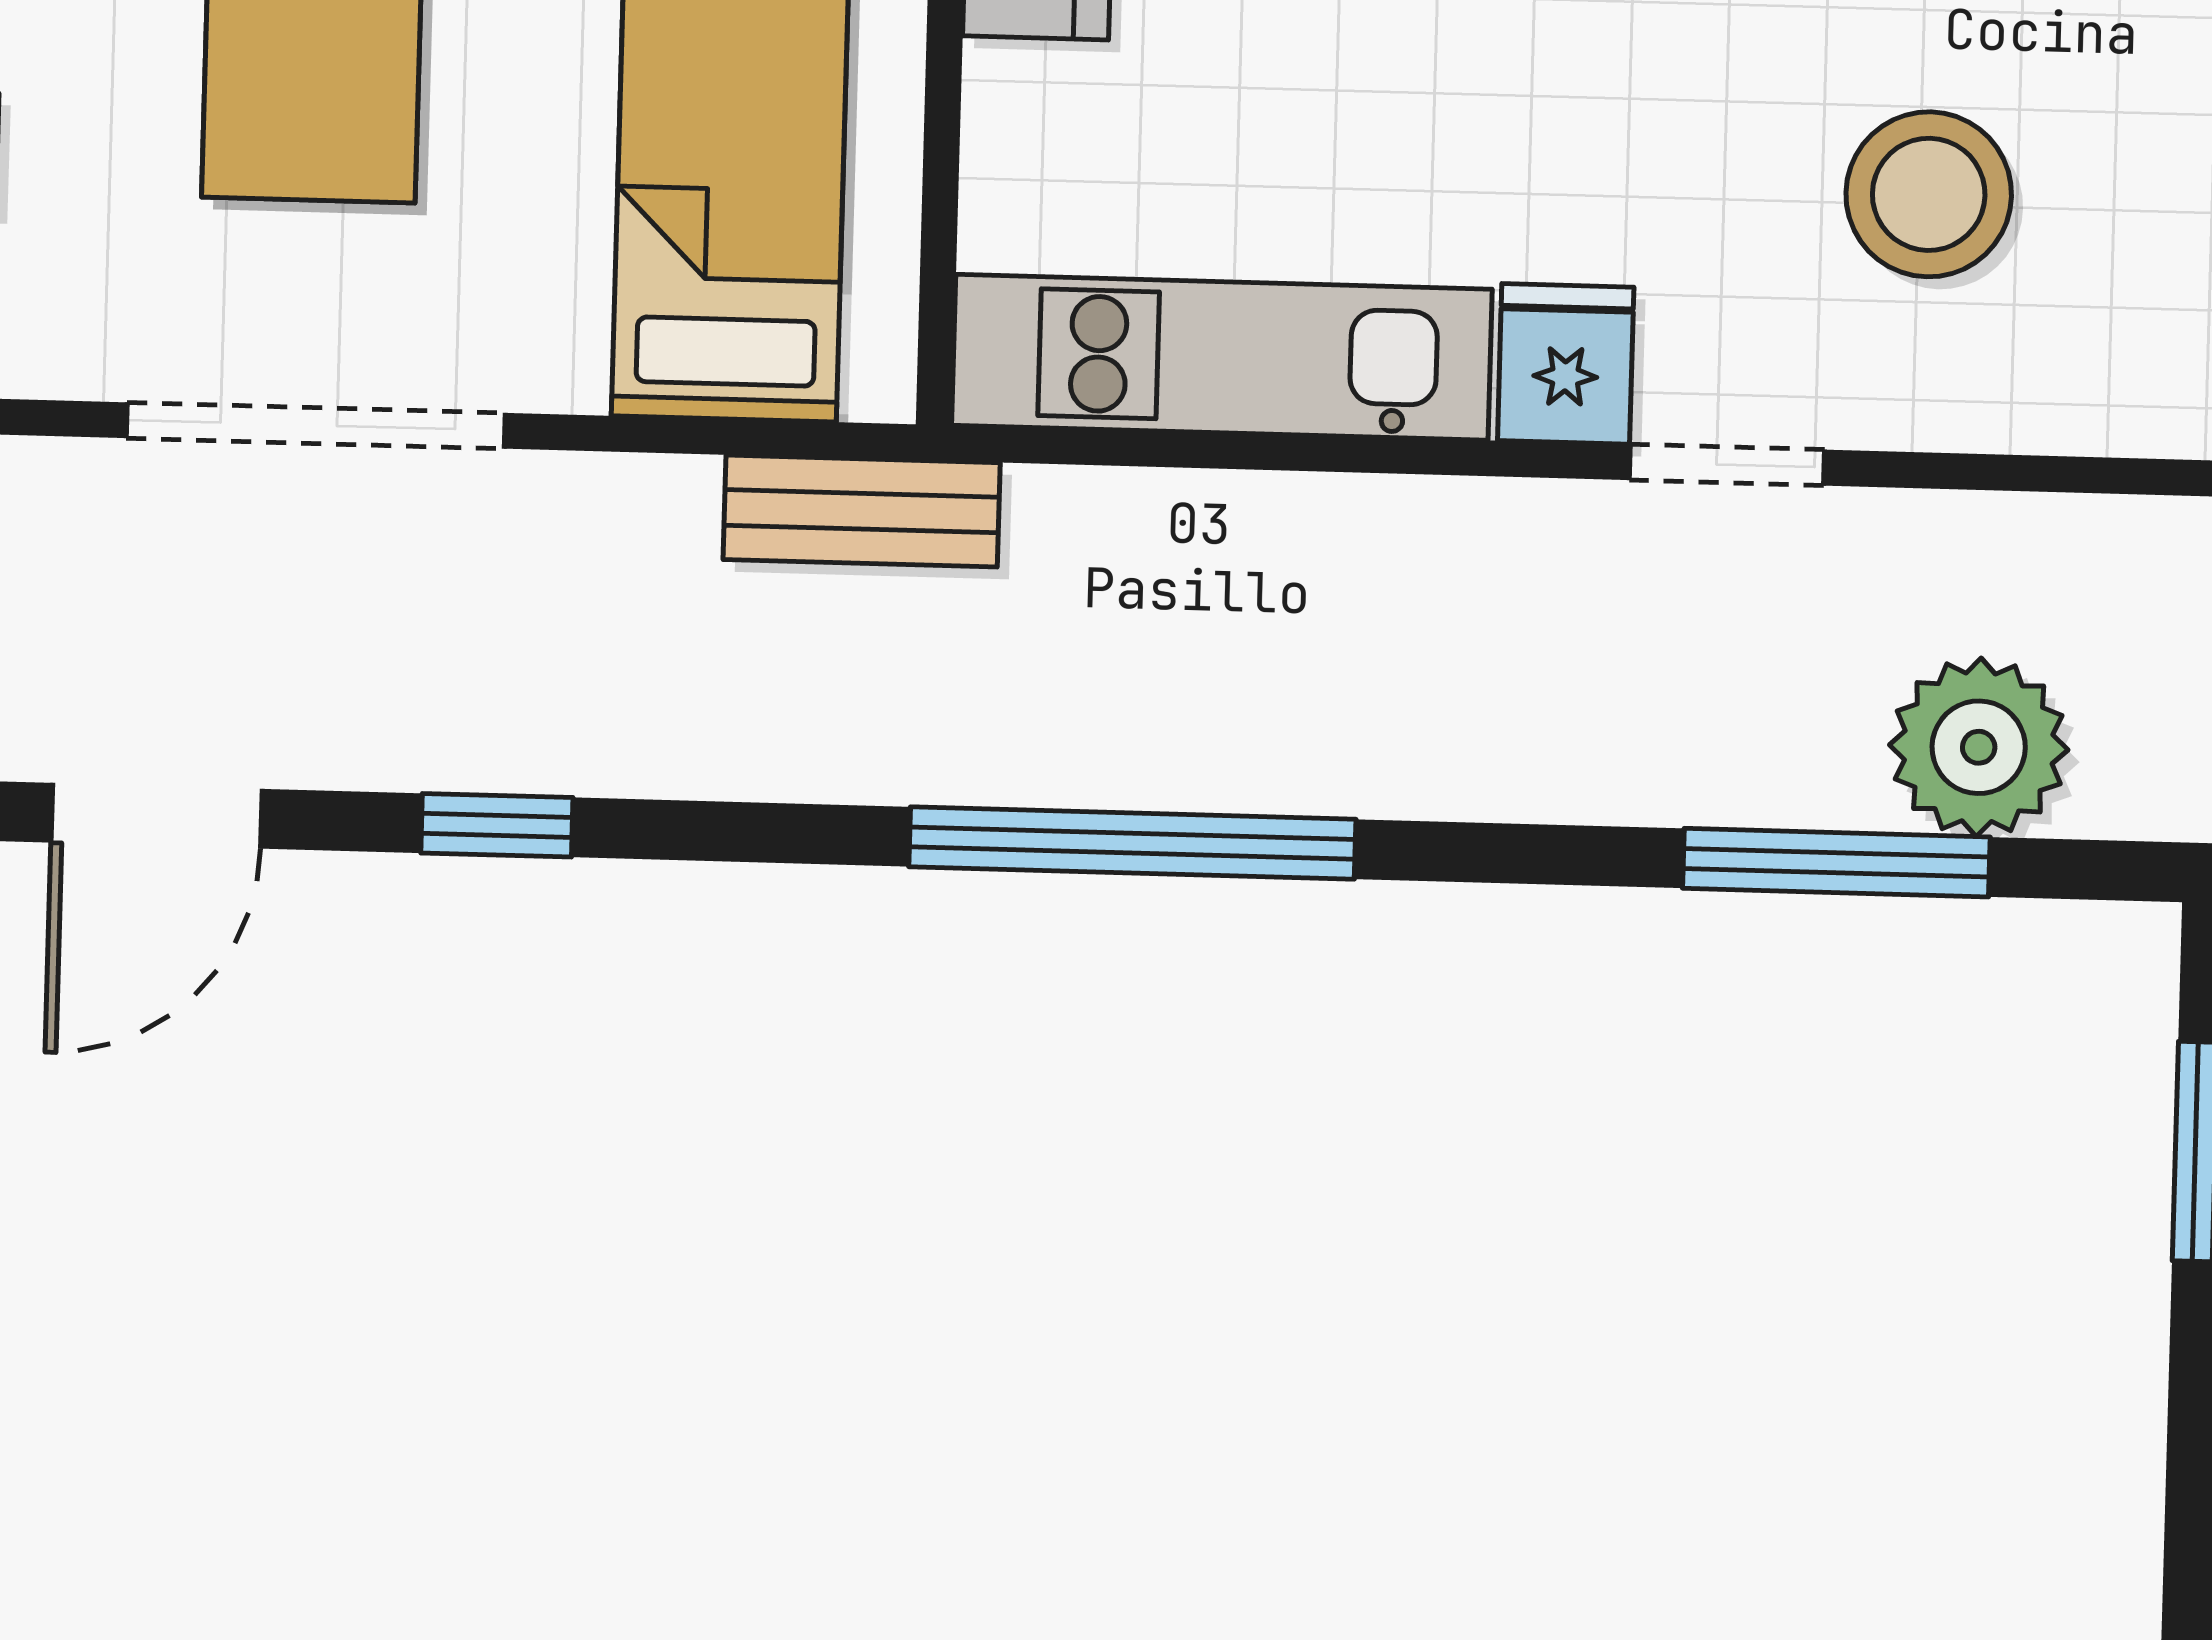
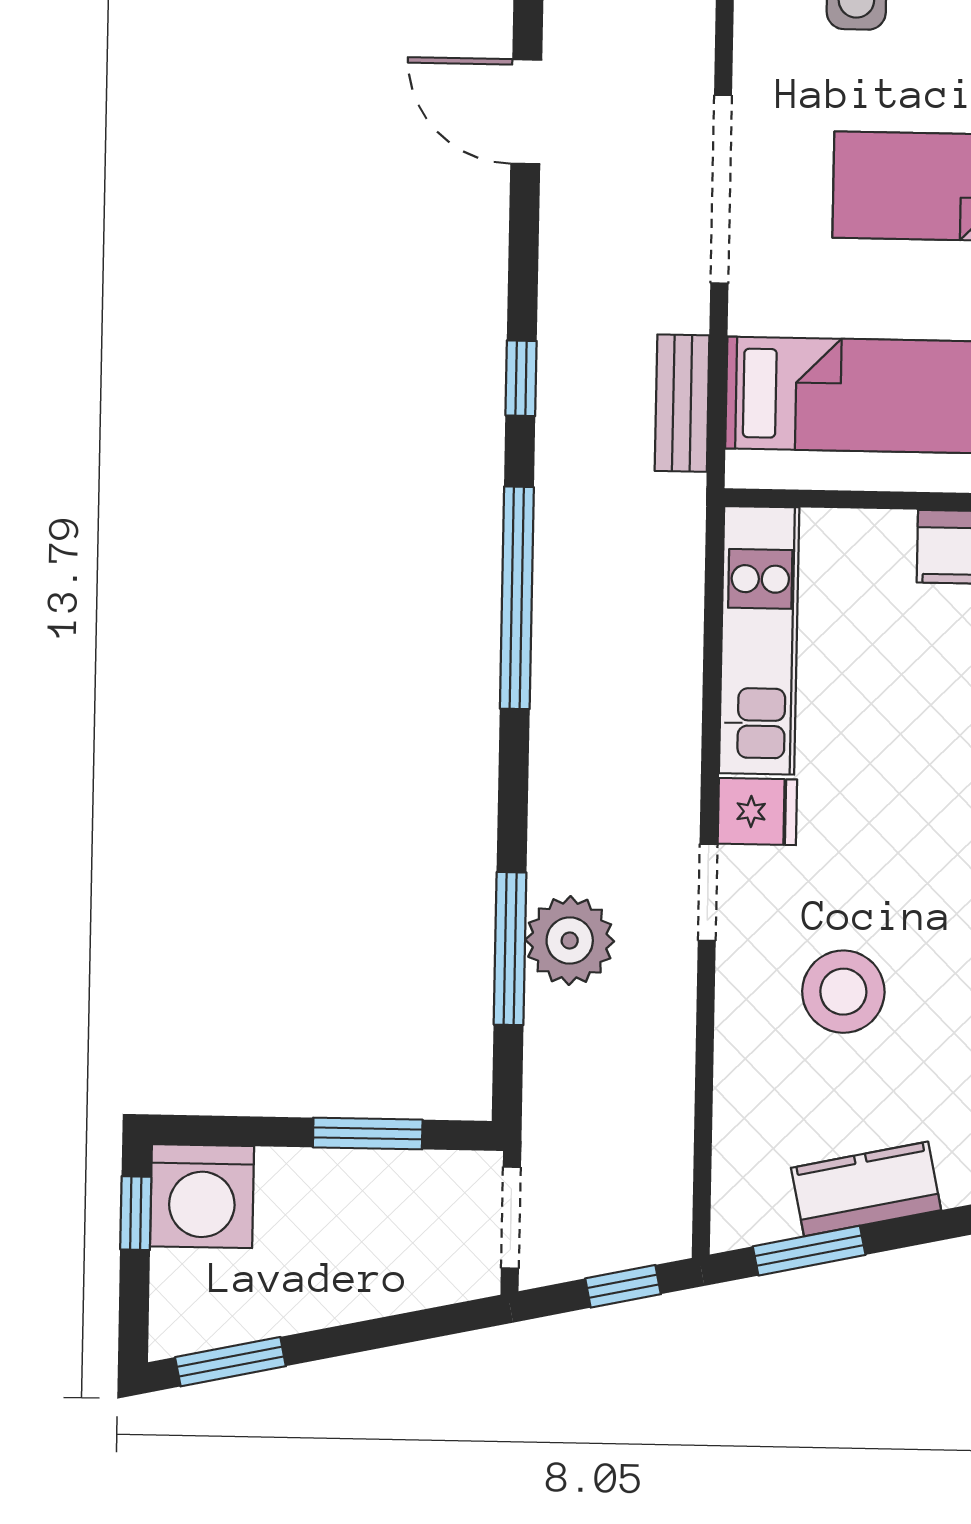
bench: (862, 511) -> (682, 403), moved
plant: (1979, 747) -> (570, 941), moved
window: (497, 825) -> (521, 378), moved

